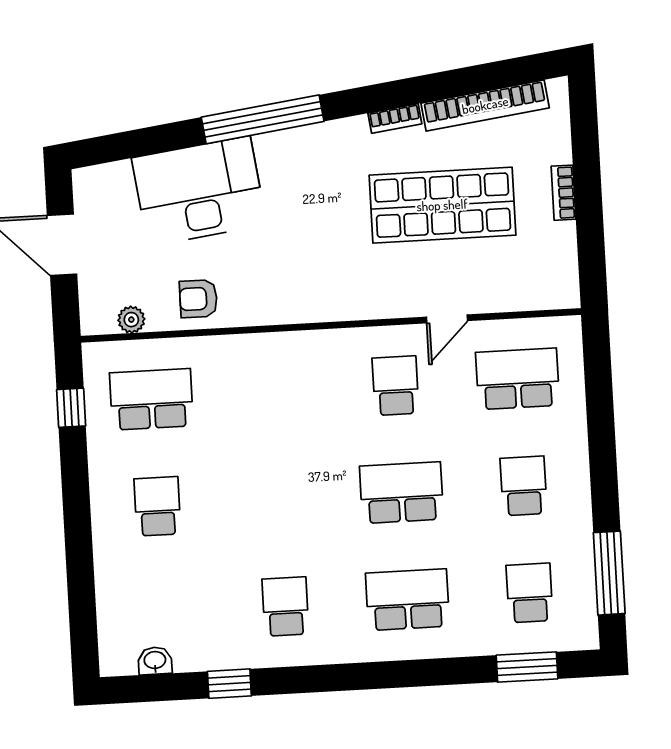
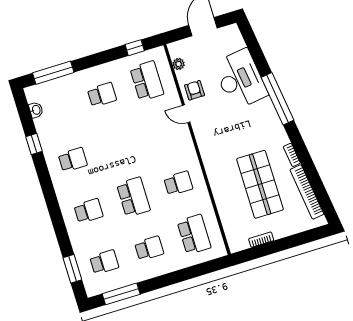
bookcase: (563, 193) -> (261, 240), moved
door: (447, 319) -> (186, 114), moved
school desk: (407, 600) -> (88, 211), width x0.54
window: (82, 602) -> (53, 73), added

